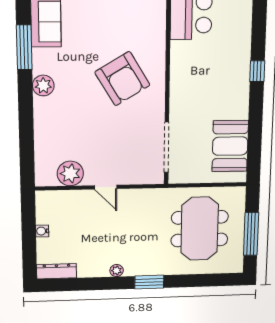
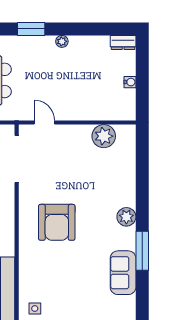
armchair: (122, 79) -> (57, 222), turned -149
door: (106, 187) -> (44, 123), moved
dresser: (57, 271) -> (123, 42), width x0.70

